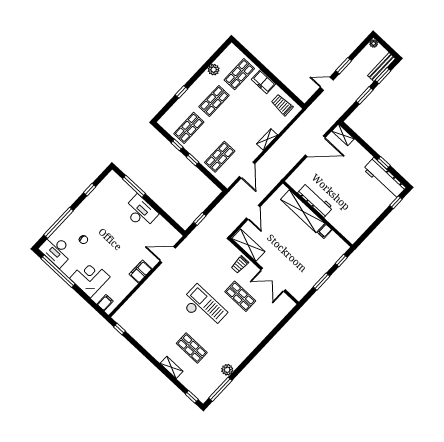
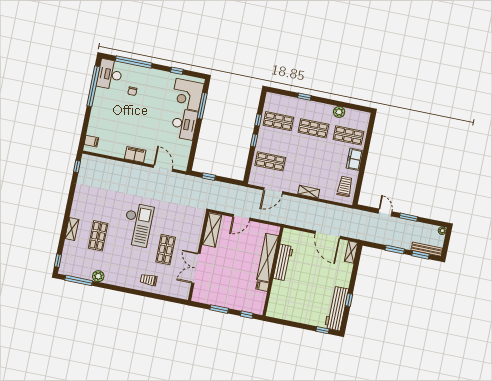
trolley: (240, 265) -> (149, 280), moved
corner desk: (90, 278) -> (187, 95), moved, turned 180

